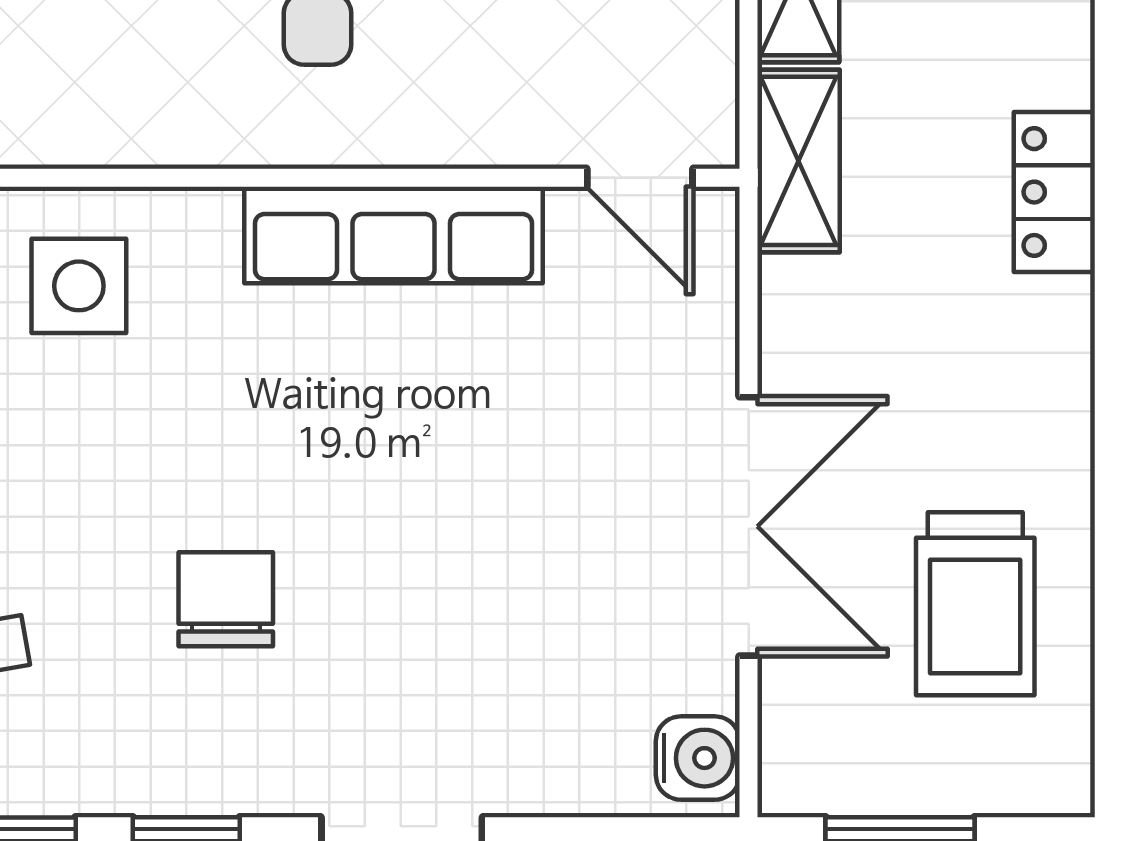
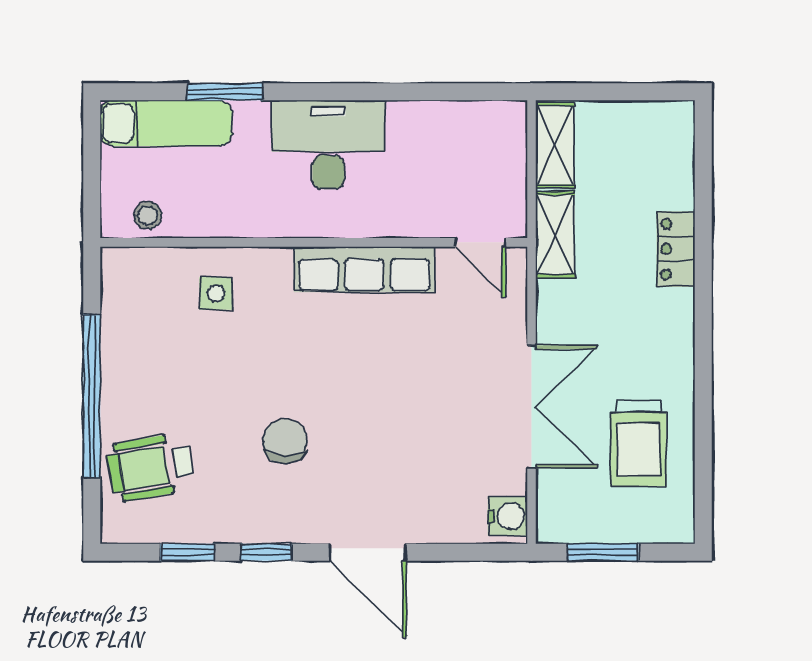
side table: (79, 286) -> (216, 293), width x0.73, depth x0.73

